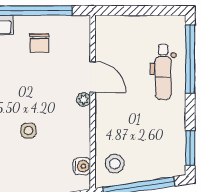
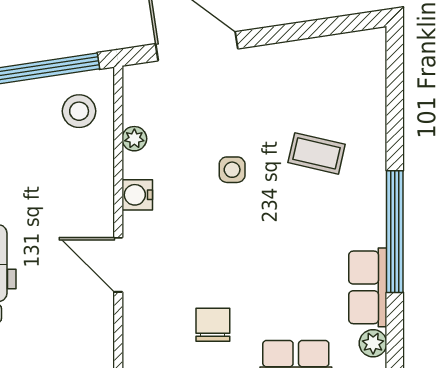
plant: (84, 100) -> (134, 139), moved
water cooler: (82, 166) -> (137, 195), moved

